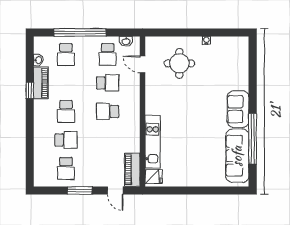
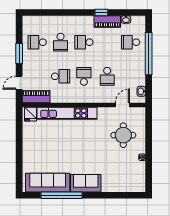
school desk: (108, 55) -> (61, 76), moved, turned 180
kitchen unit: (153, 142) -> (67, 113), width x1.36

